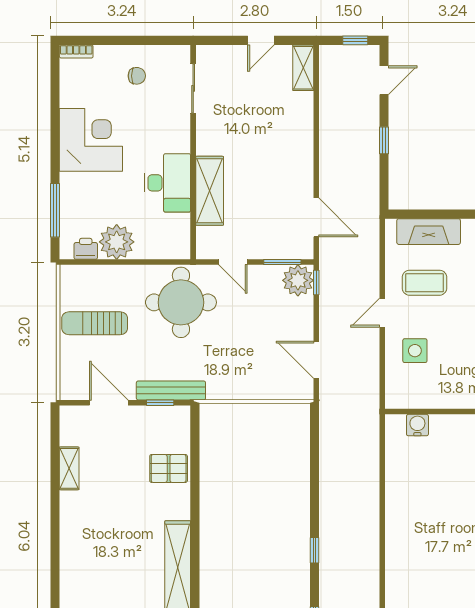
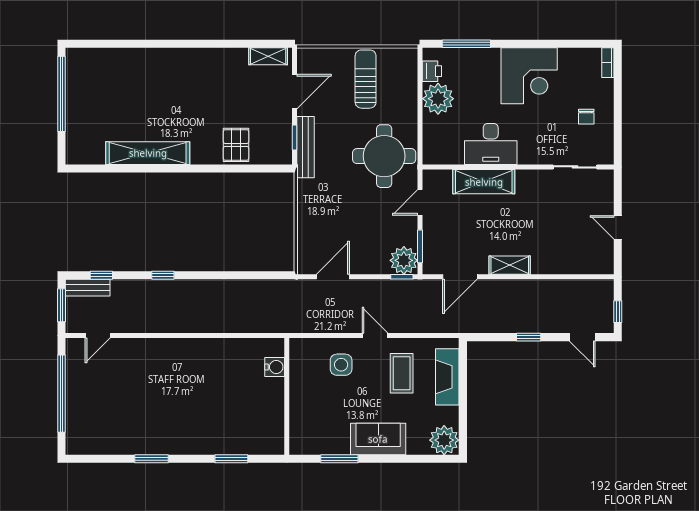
shelving: (303, 68) -> (510, 265), moved
shelving: (69, 468) -> (268, 56), moved

